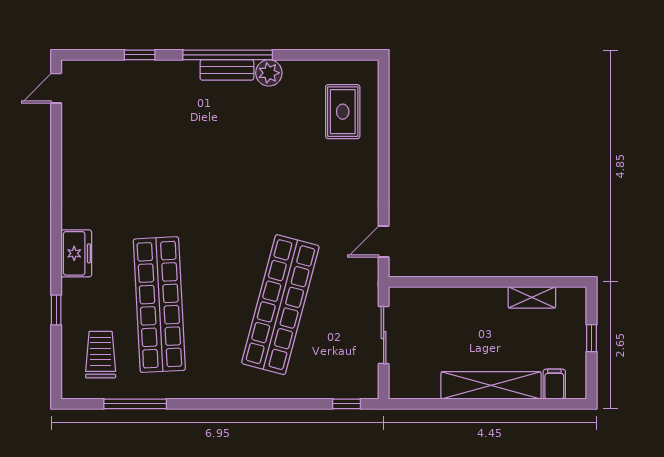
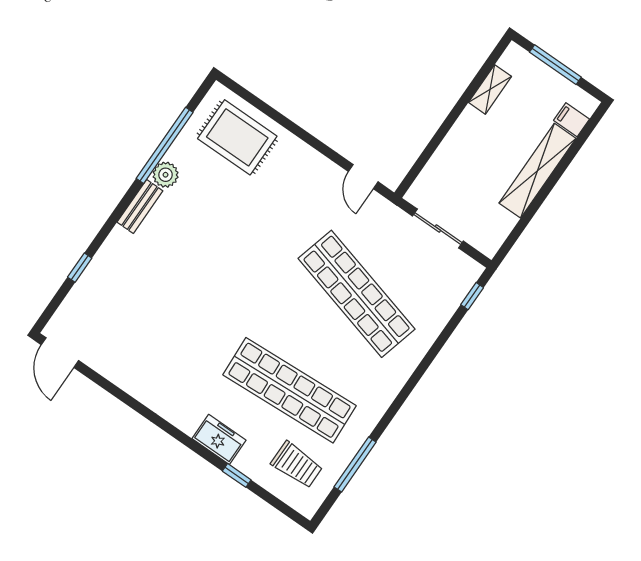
window: (228, 55) -> (165, 145), moved
door: (56, 88) -> (60, 353), width x1.38
rug: (343, 112) -> (237, 137), width x1.36, depth x1.43
freezer: (76, 253) -> (219, 439), moved
window: (591, 338) -> (555, 65), width x2.17
trolley: (101, 355) -> (297, 465), turned 180

